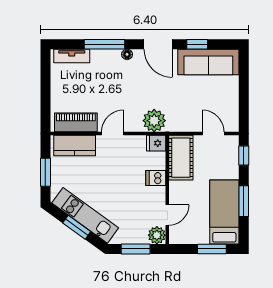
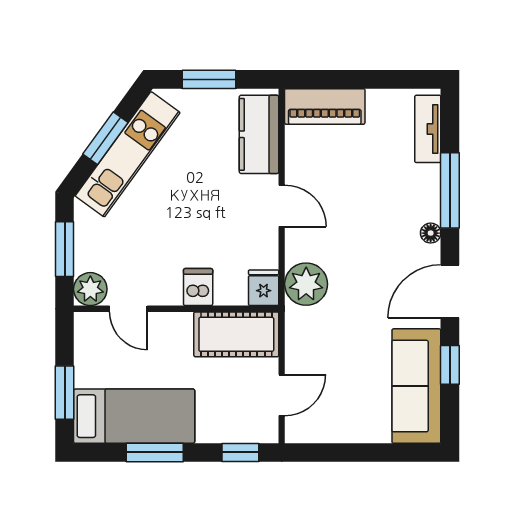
piano: (76, 122) -> (325, 106), moved, turned 90

